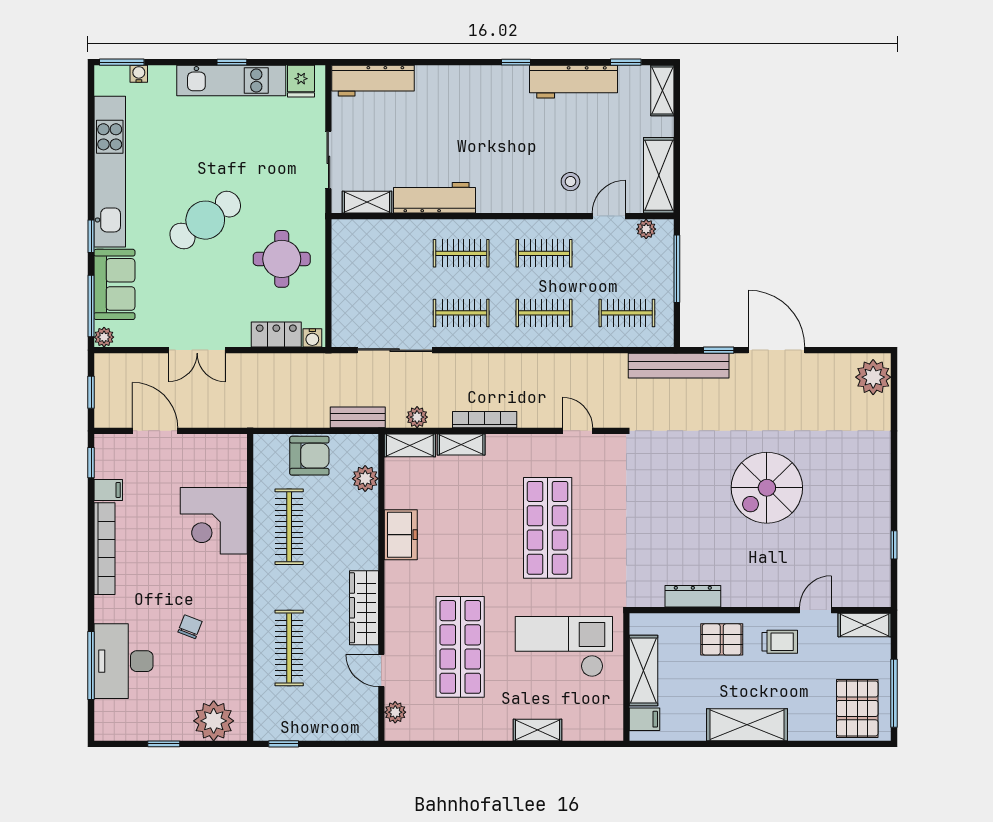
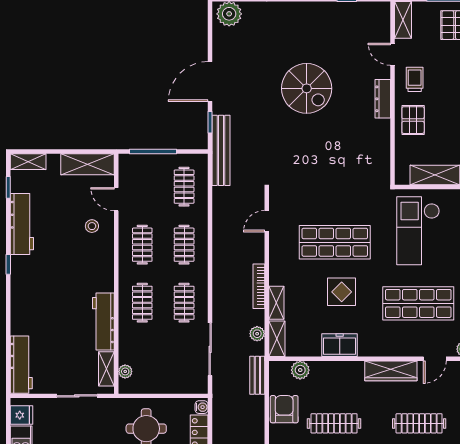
plant: (646, 229) -> (125, 371), moved
display table: (477, 538) -> (342, 292), added
dresser: (693, 596) -> (383, 99), moved

